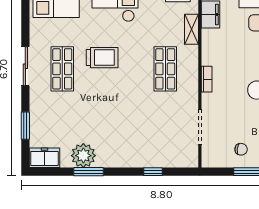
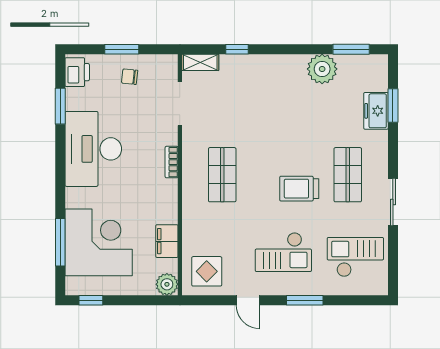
shelving: (191, 29) -> (200, 62), moved, turned 90
sliding door: (25, 66) -> (393, 202), moved
freezer: (44, 158) -> (376, 111), moved, turned 90
window: (88, 172) -> (351, 49), moved

